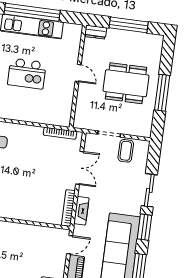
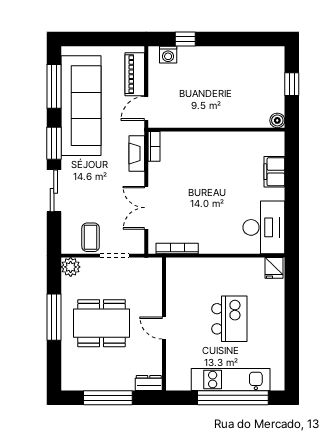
kitchen island: (27, 74) -> (229, 319), turned 90
plant: (144, 130) -> (71, 267), added
bookcase: (68, 208) -> (154, 146), width x0.64

